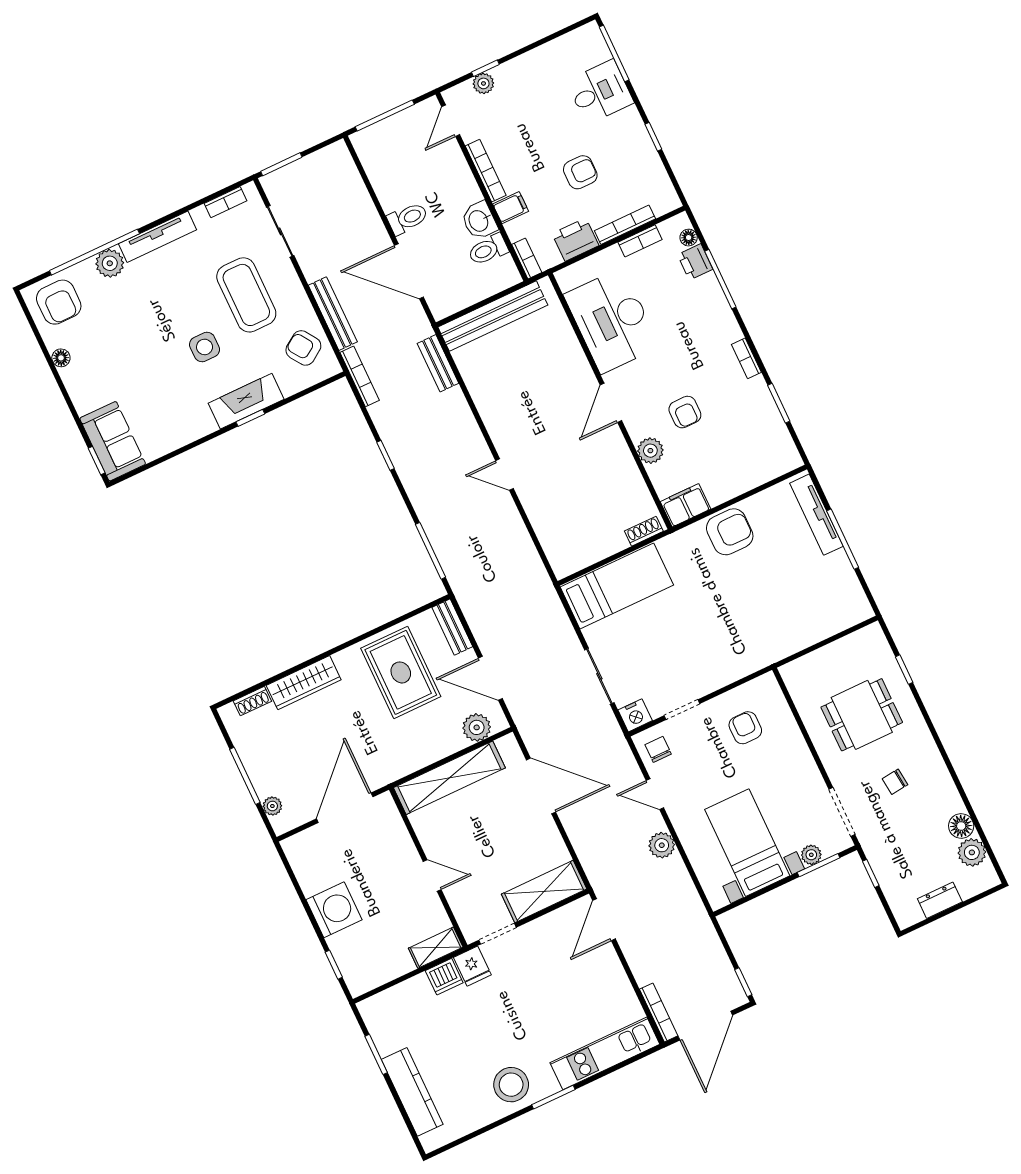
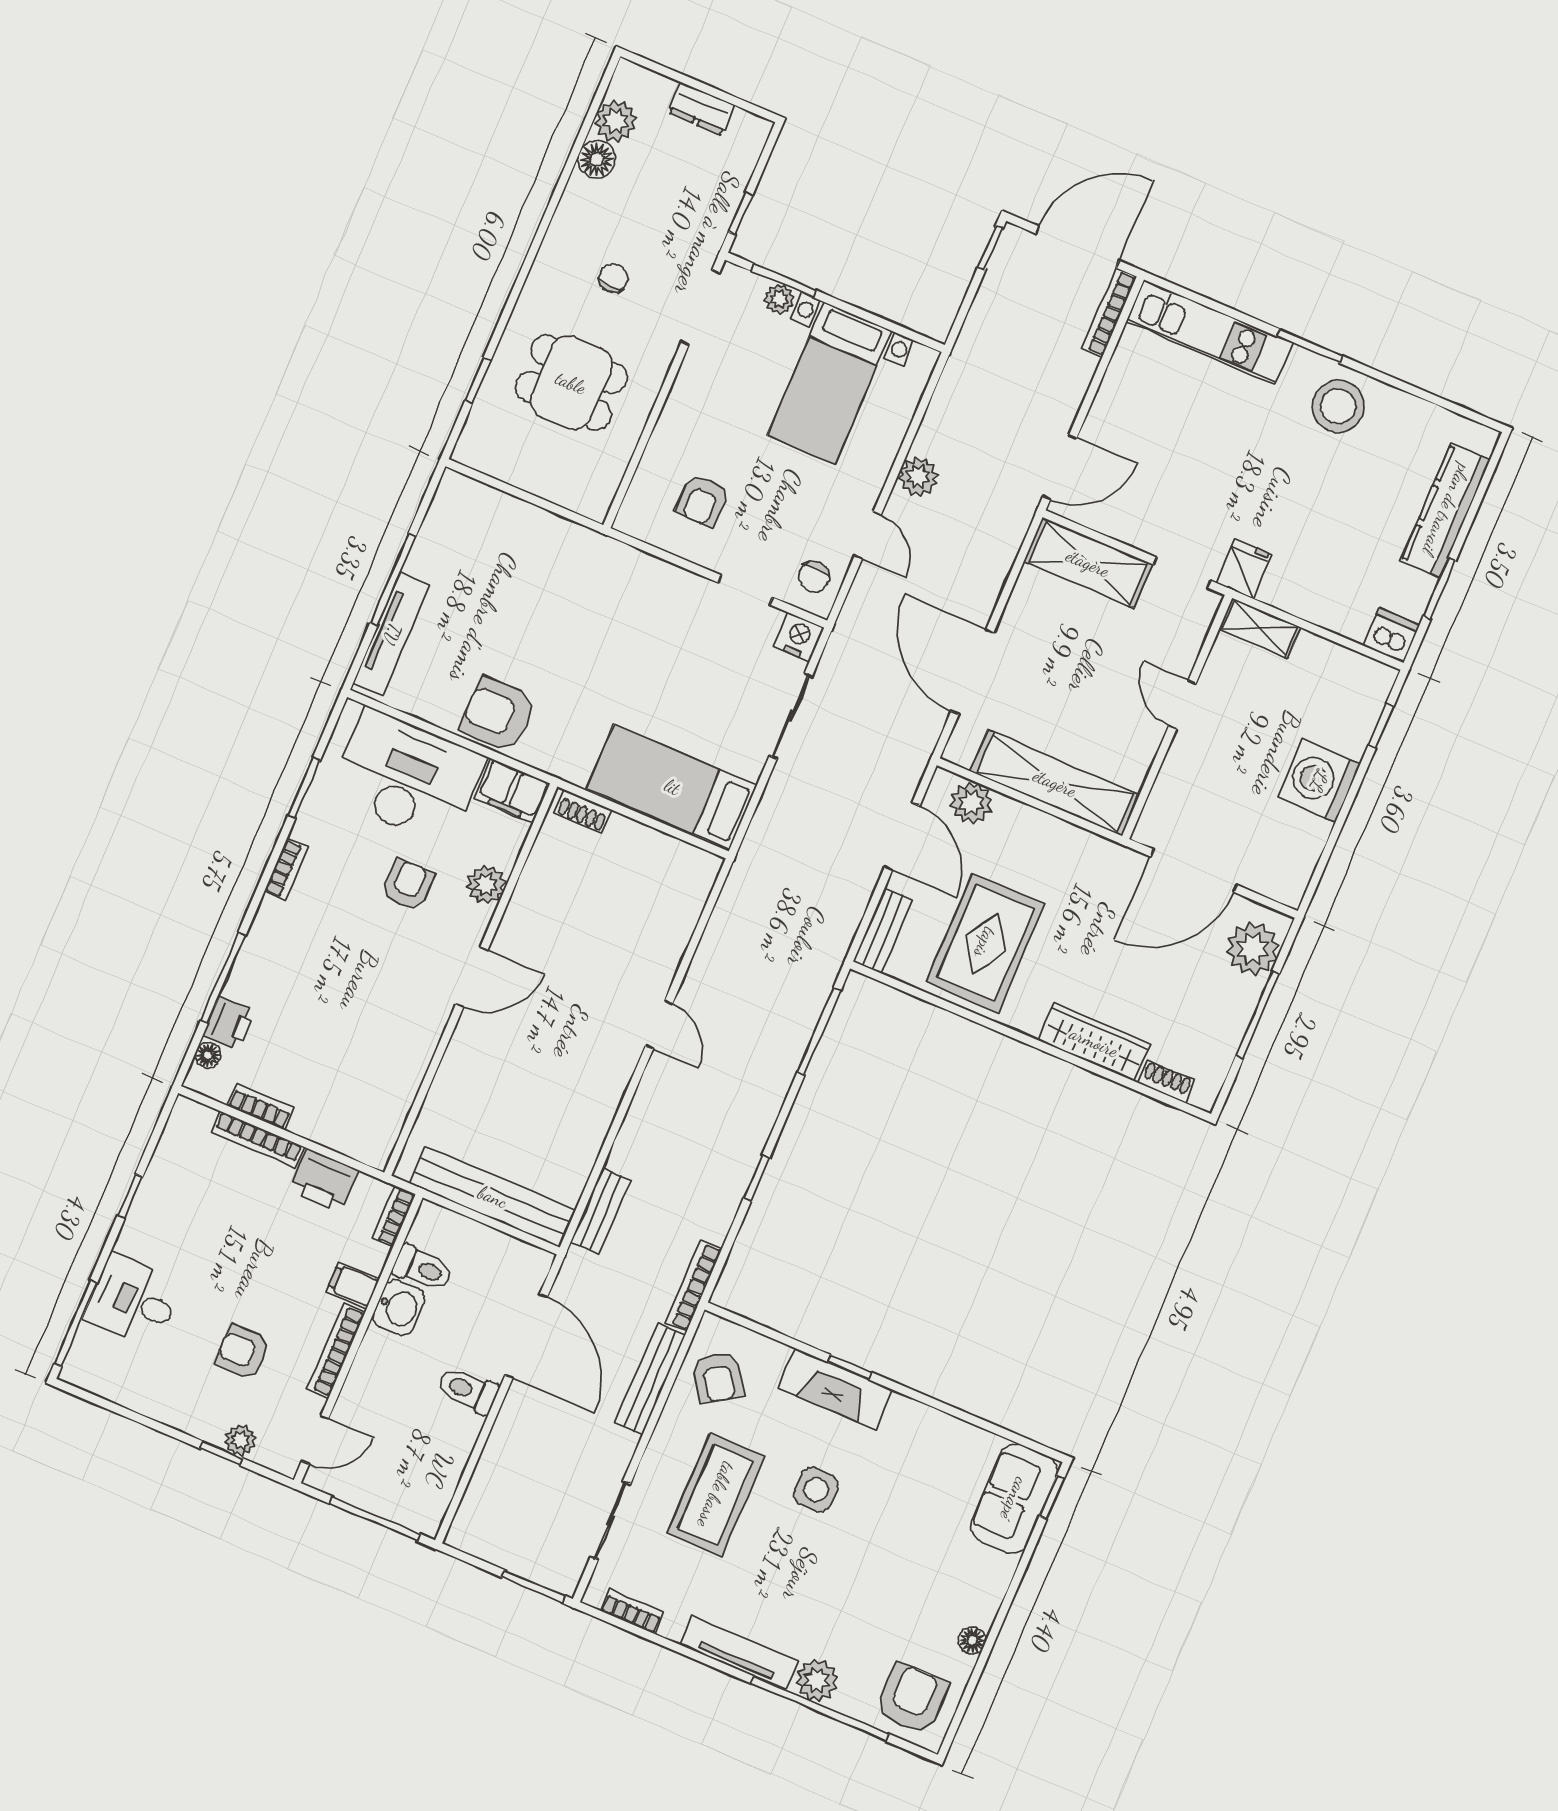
armchair: (580, 172) -> (243, 1352), moved
desk: (612, 321) -> (407, 777), moved, turned -90
chair: (895, 782) -> (613, 278), turned -84
plant: (272, 806) -> (1253, 949), width x1.88, depth x1.88
dishwasher: (444, 977) -> (1392, 636), moved

